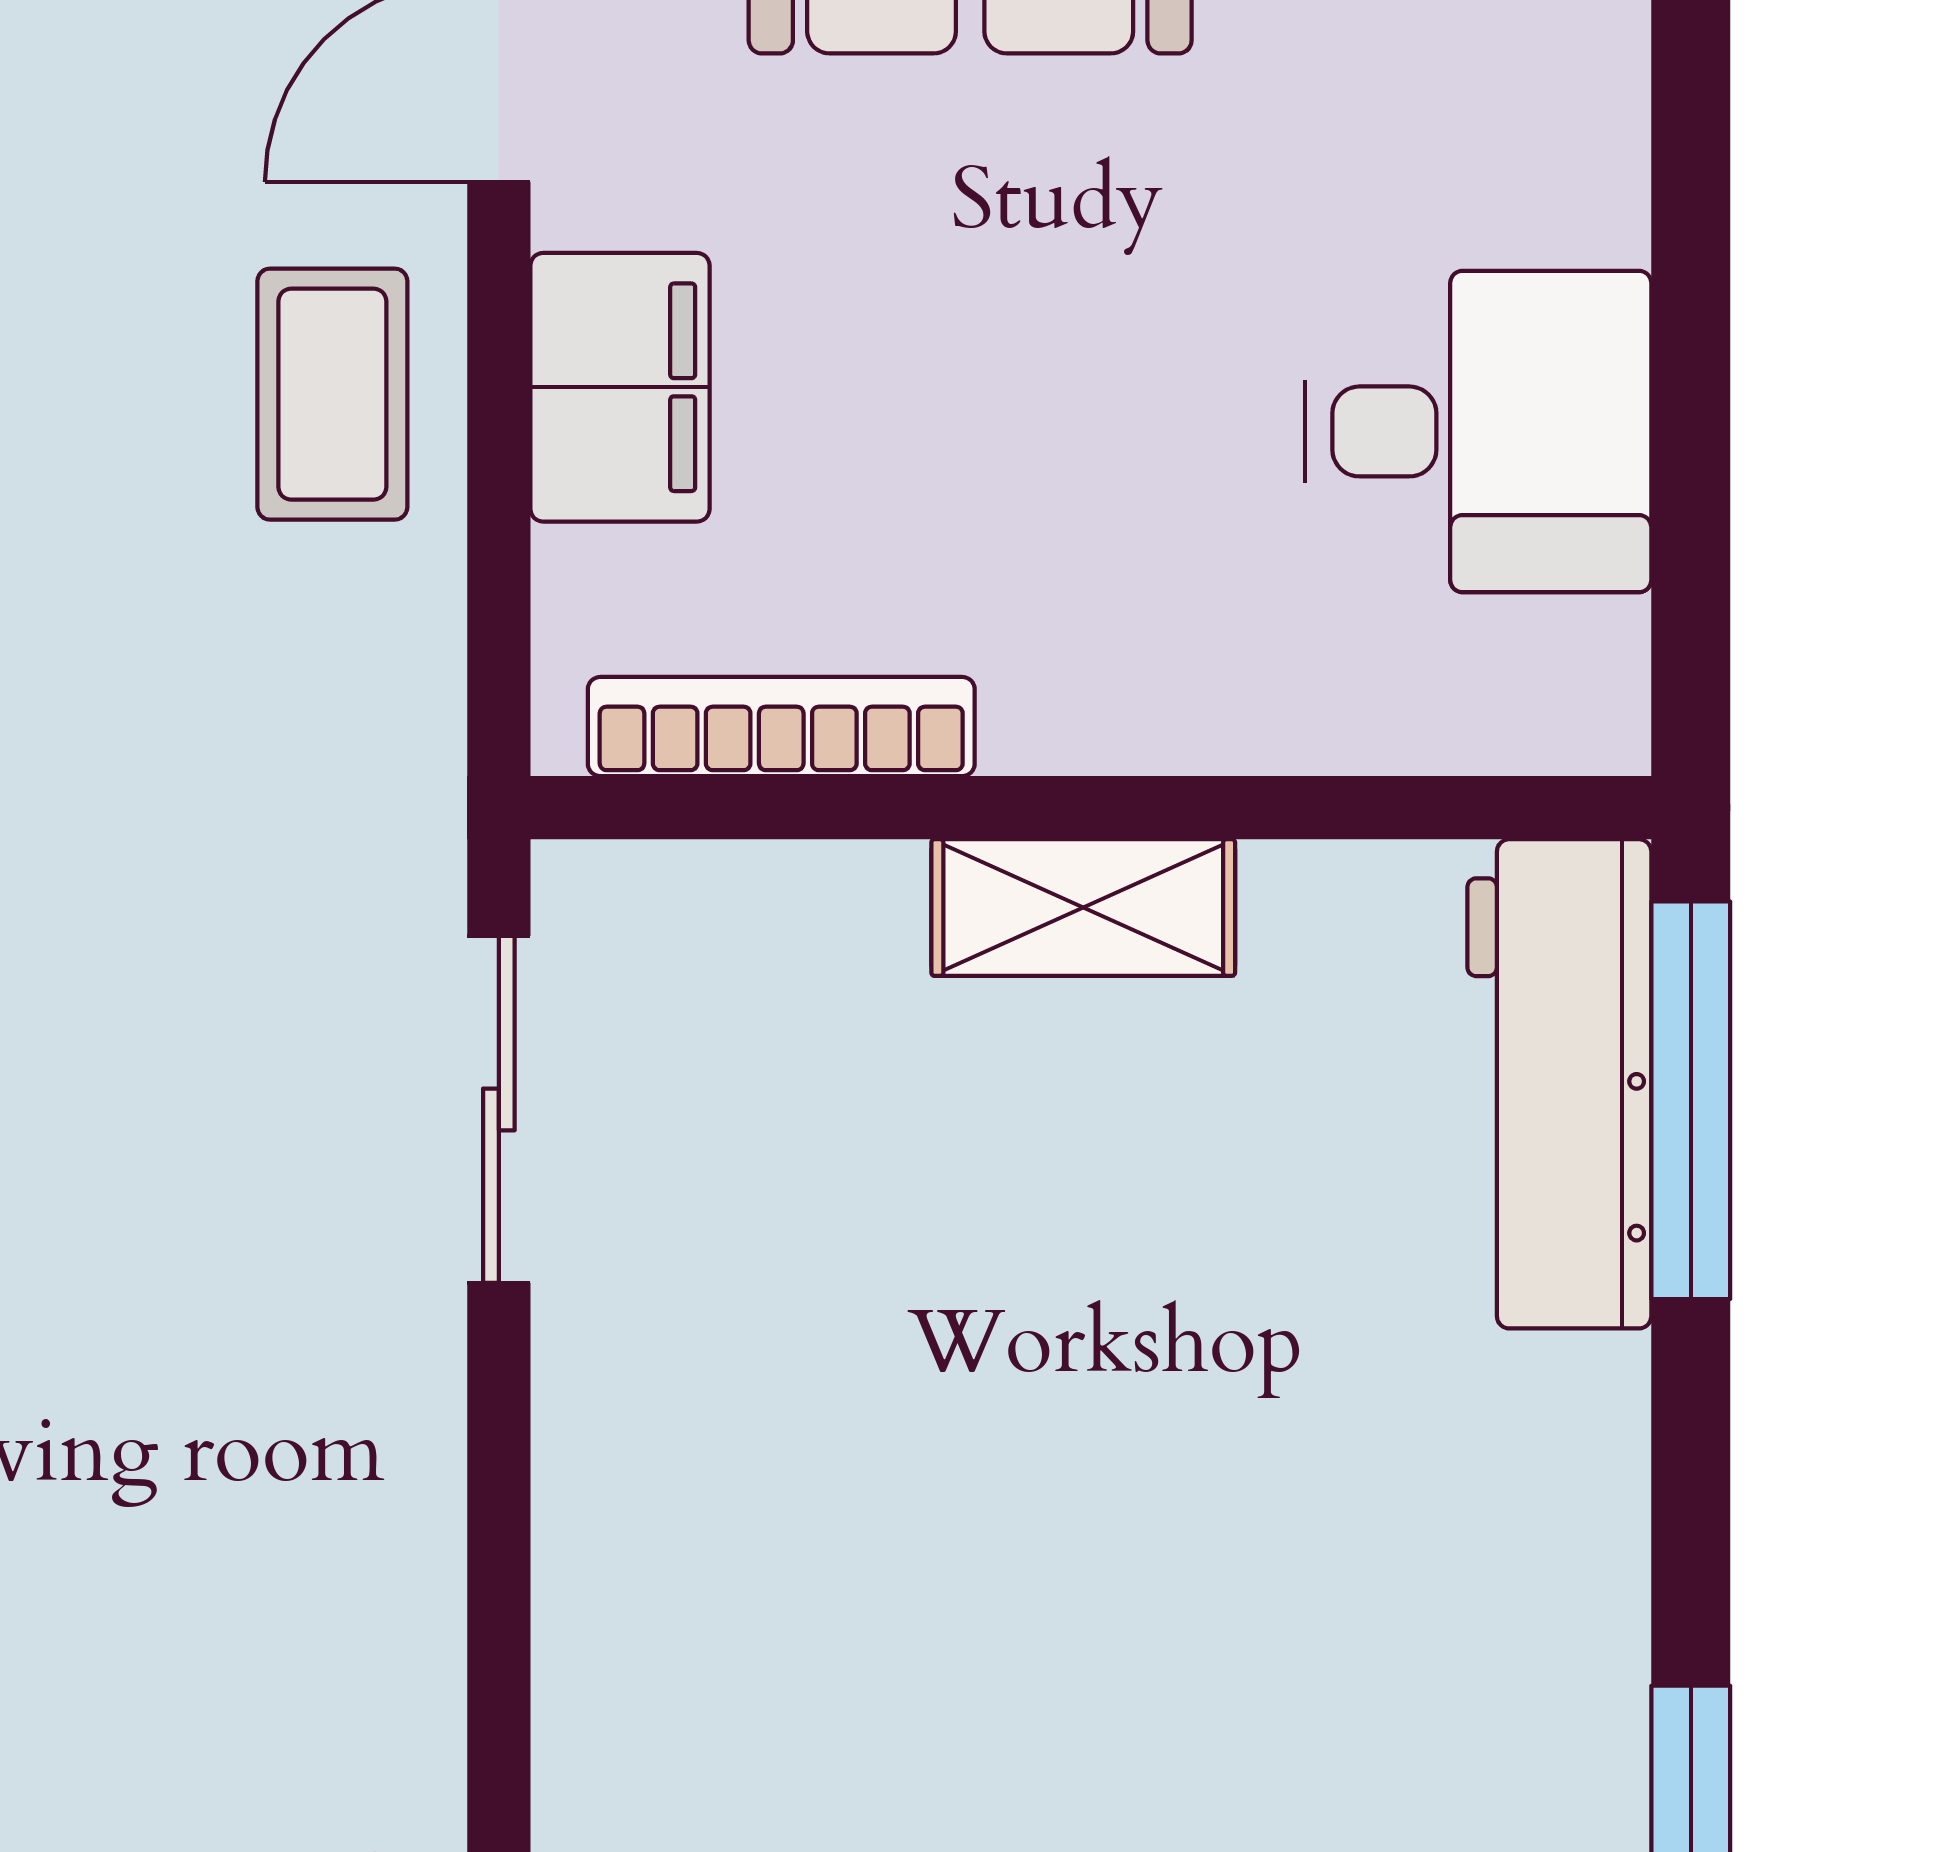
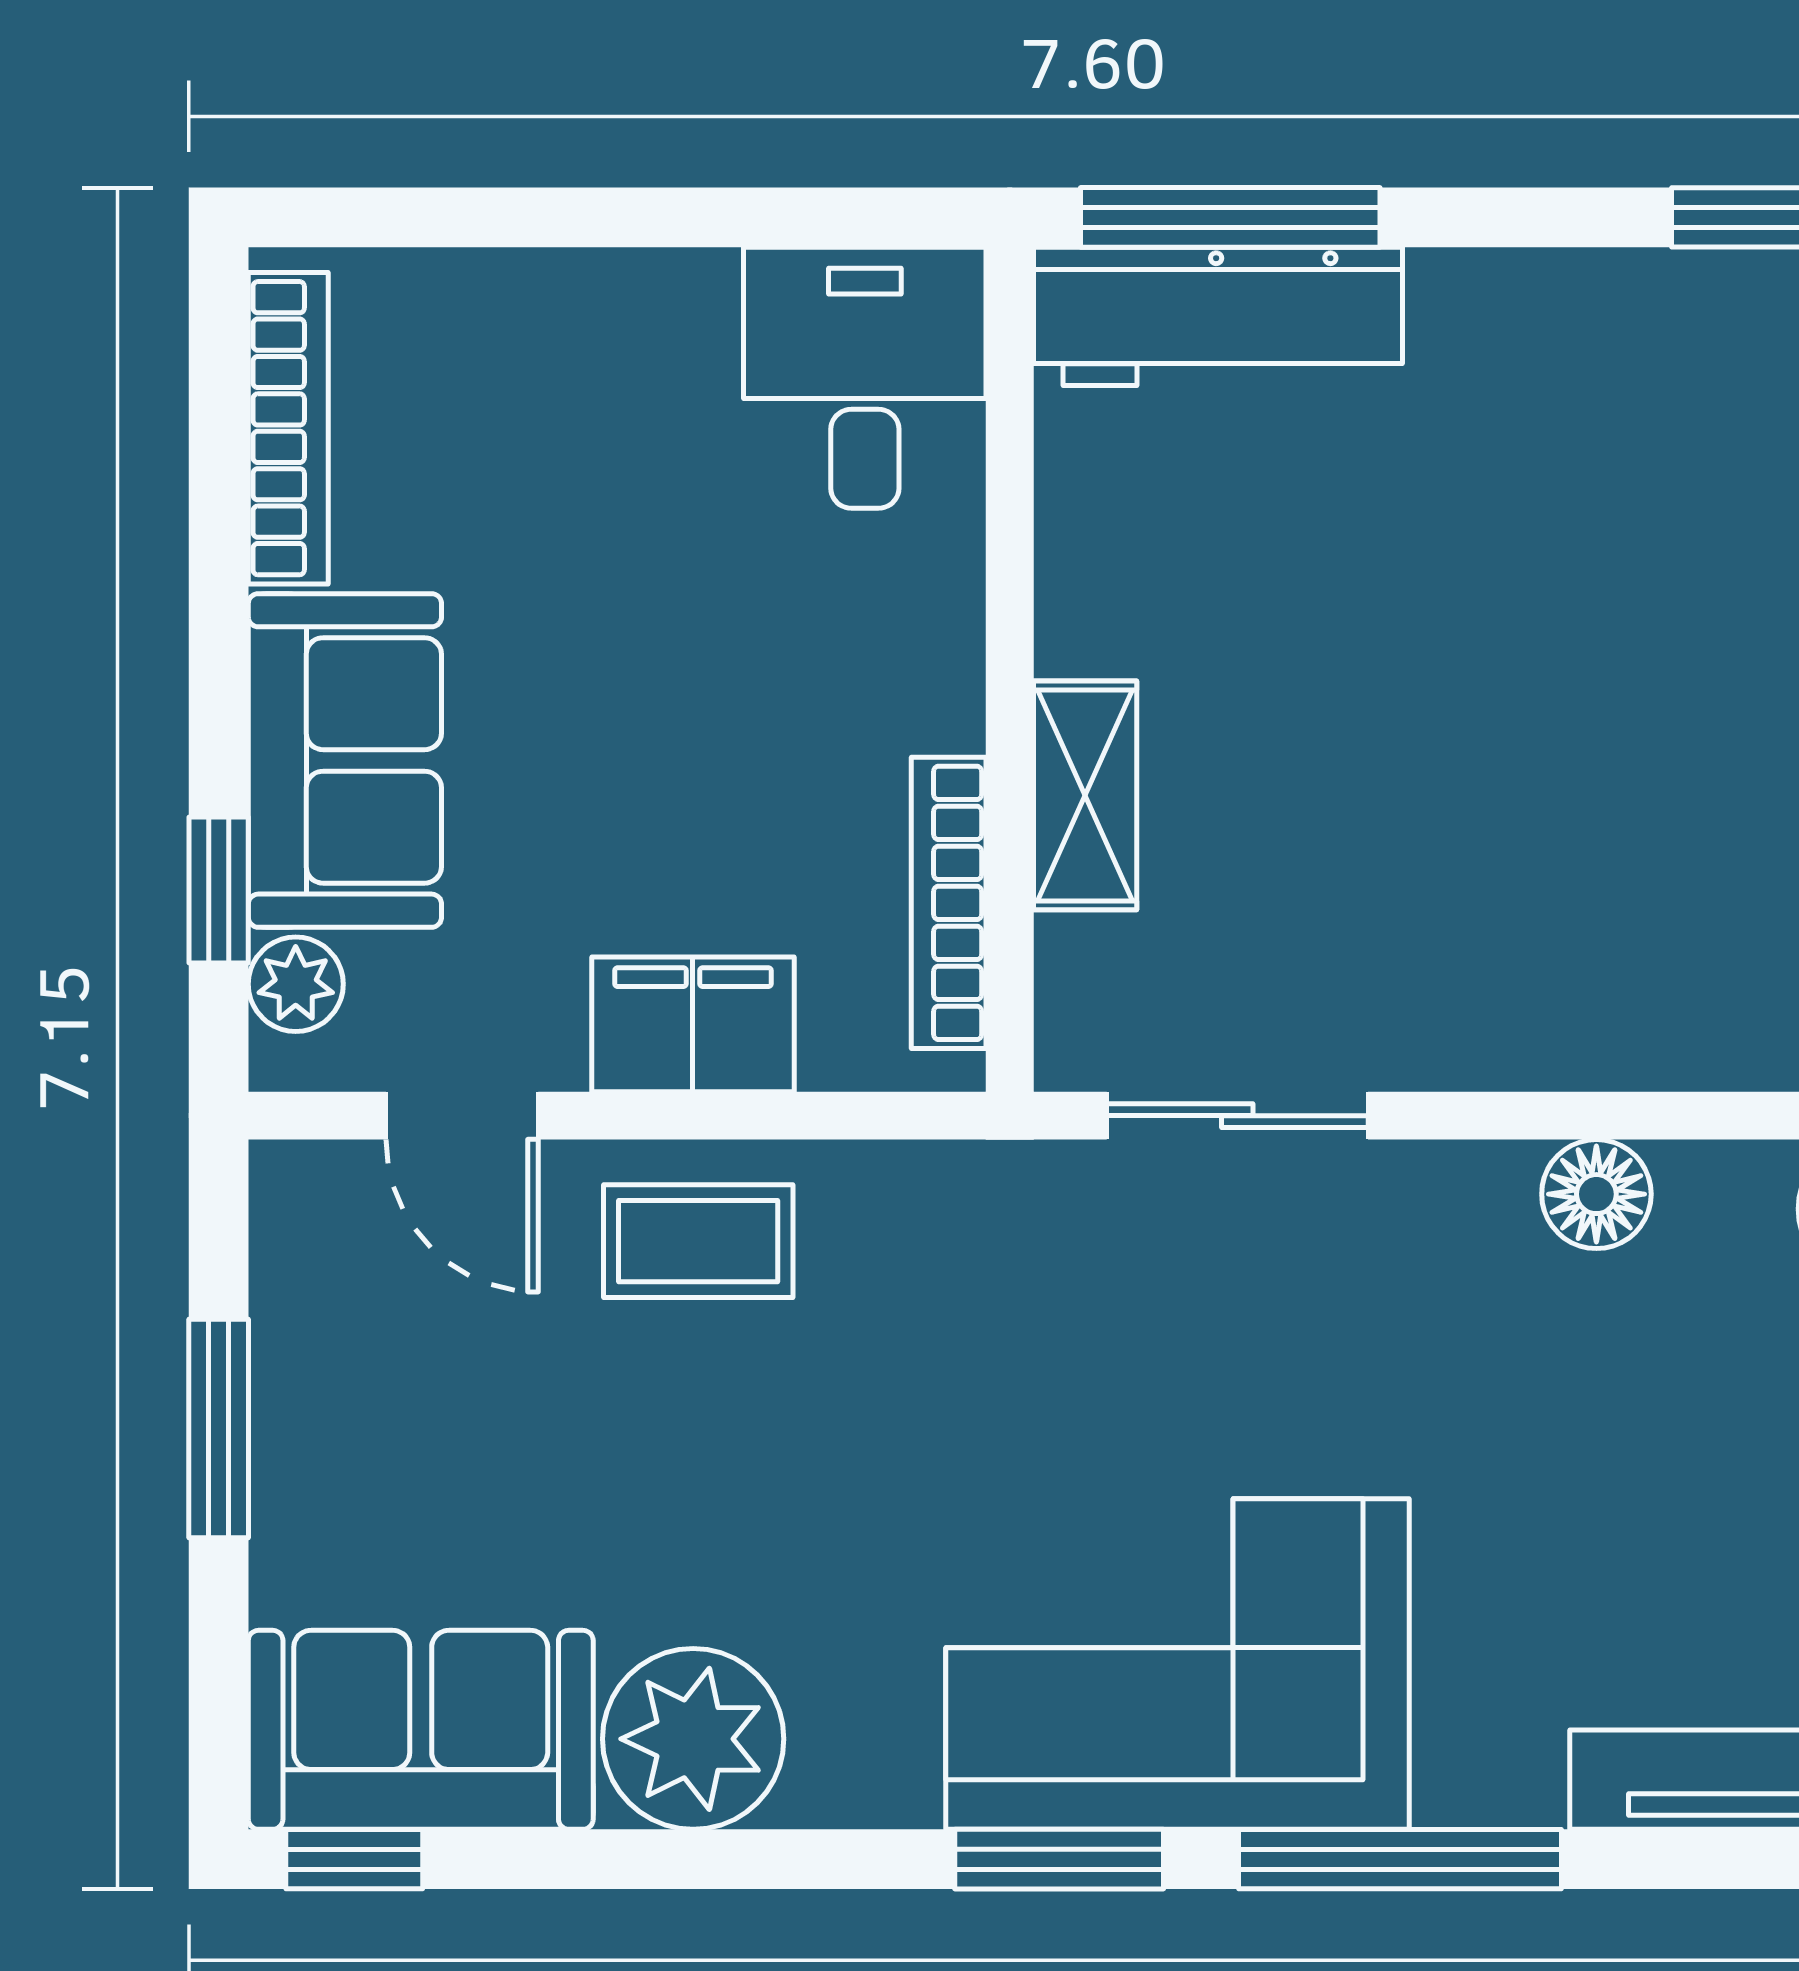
desk: (1478, 431) -> (865, 378), moved
shelving: (1083, 908) -> (1085, 795), moved
floor lamp: (395, 1586) -> (1596, 1194), added

